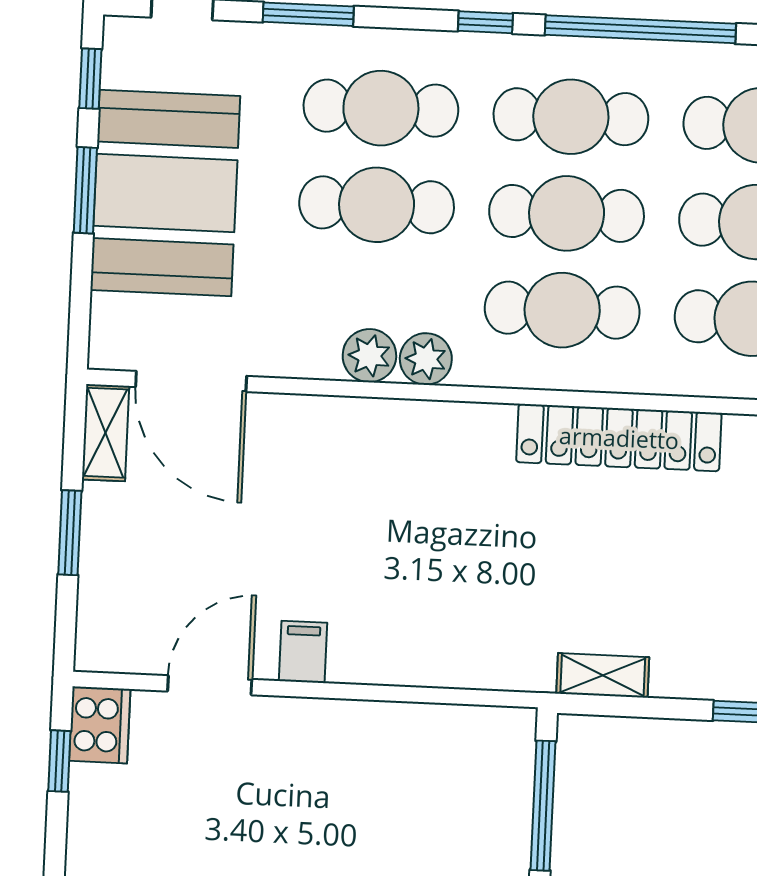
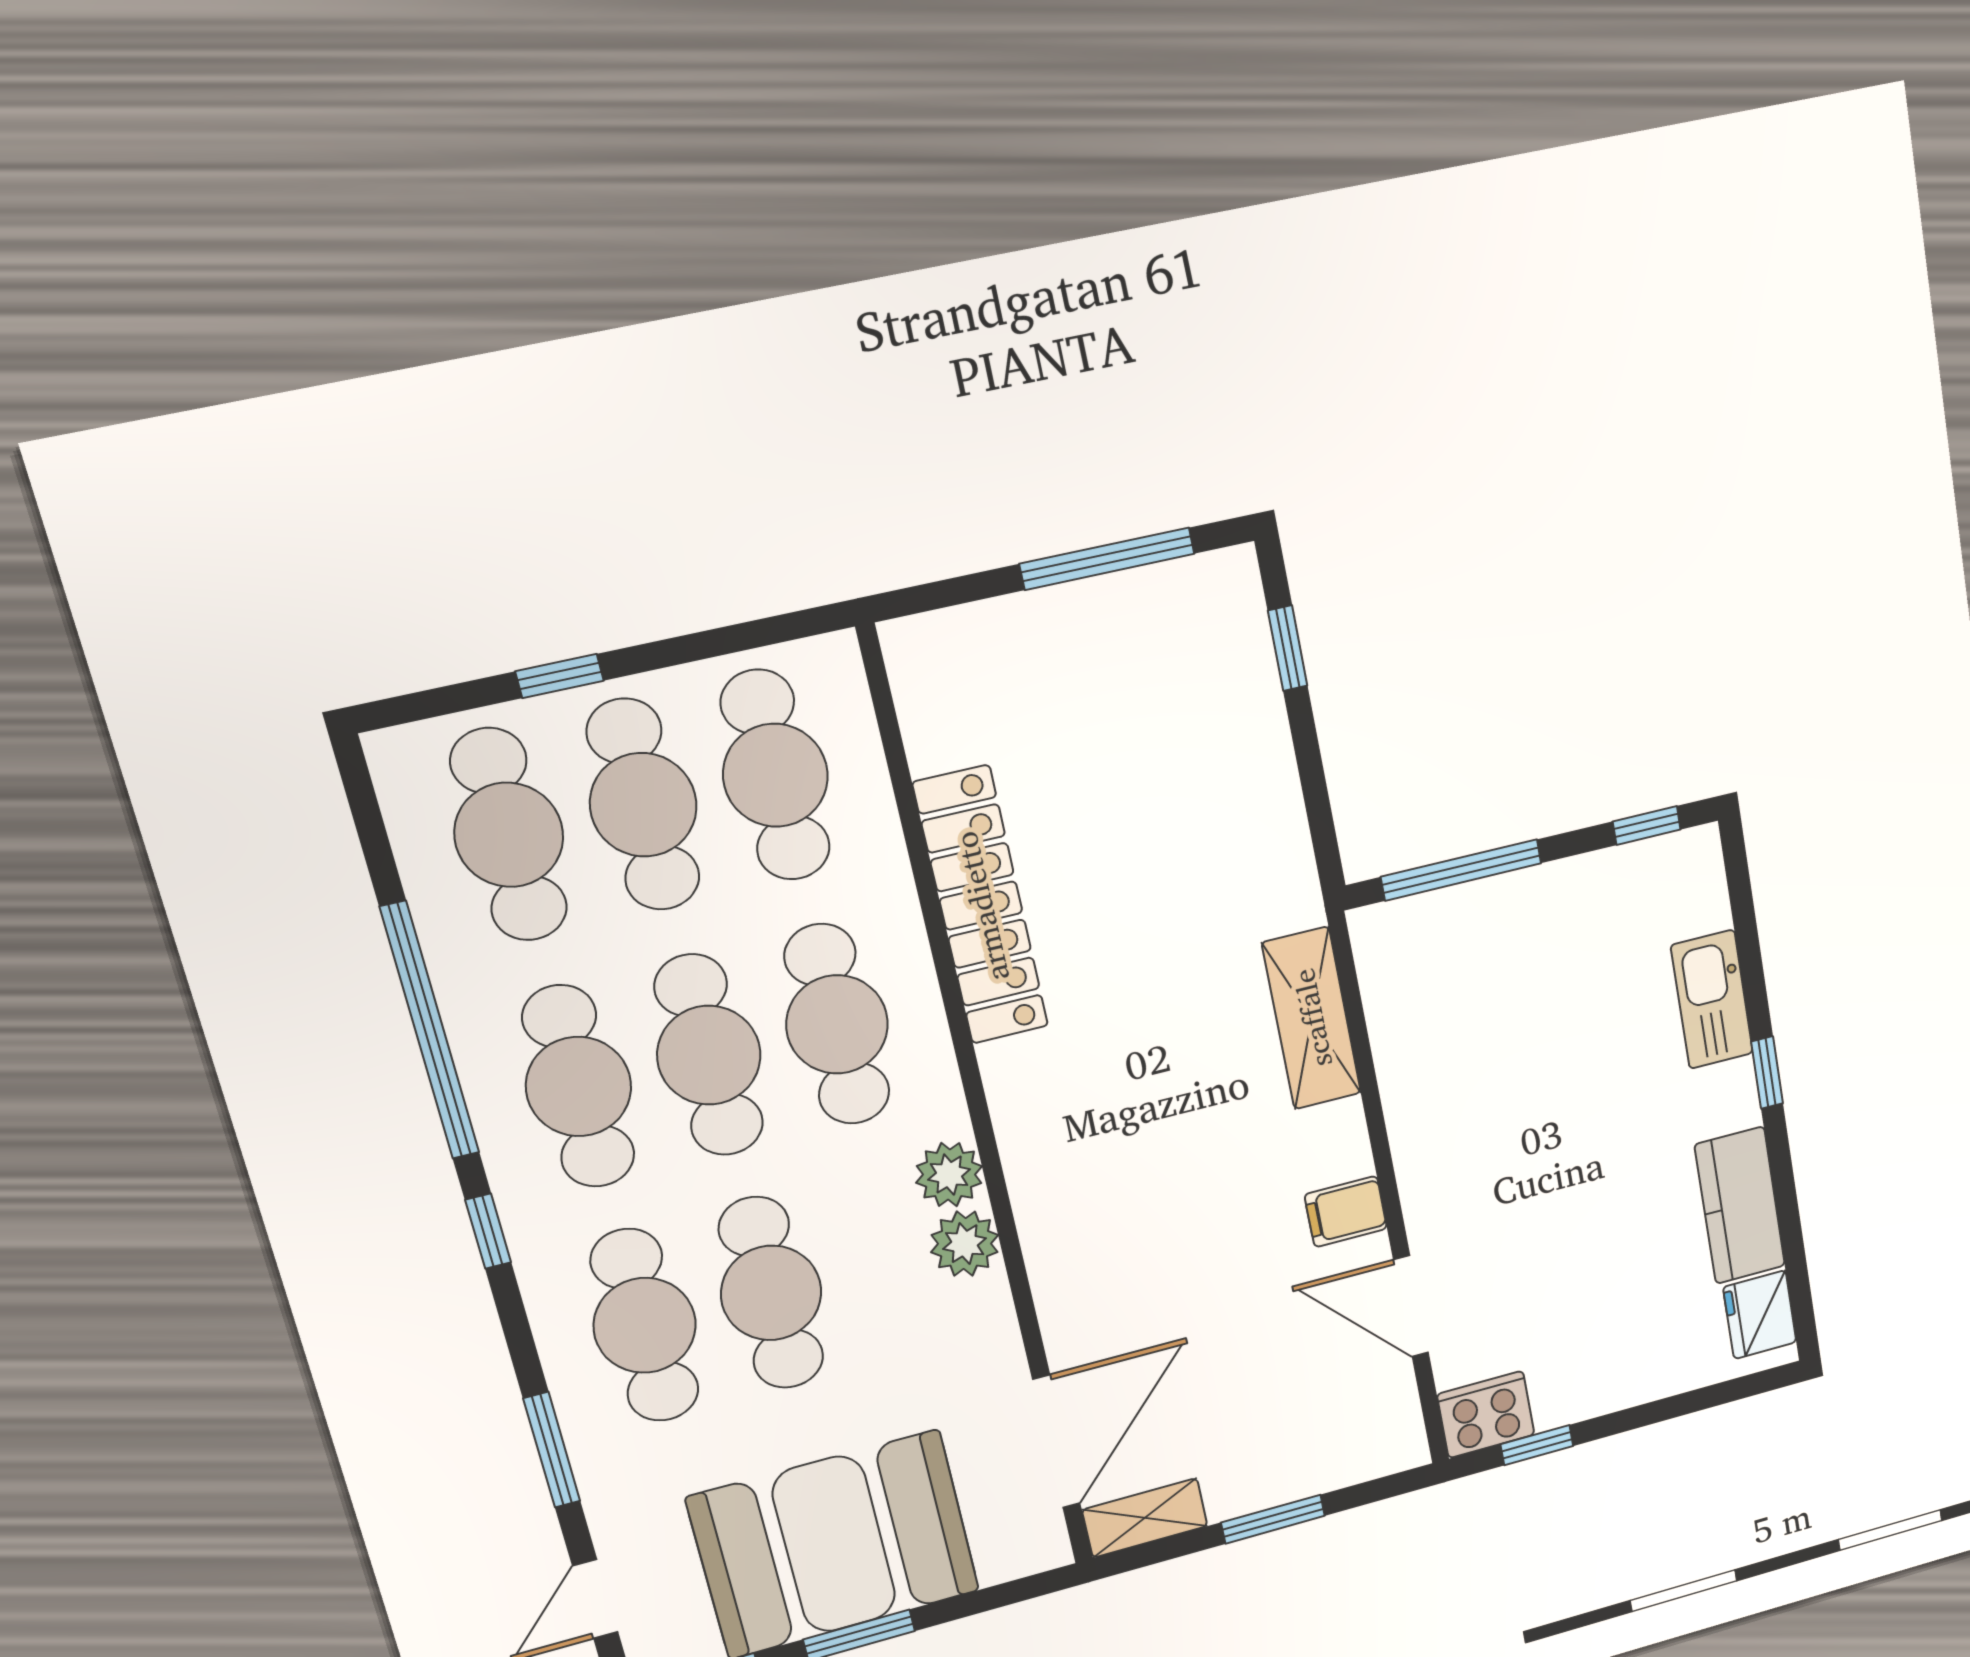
shelving: (603, 675) -> (1312, 1018), moved, width x1.50, depth x1.33

